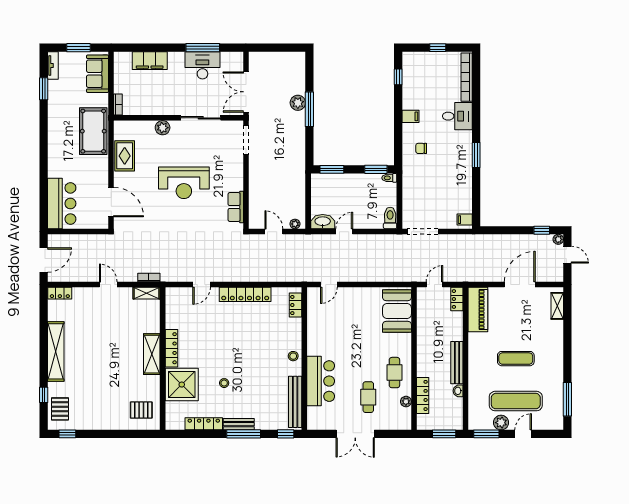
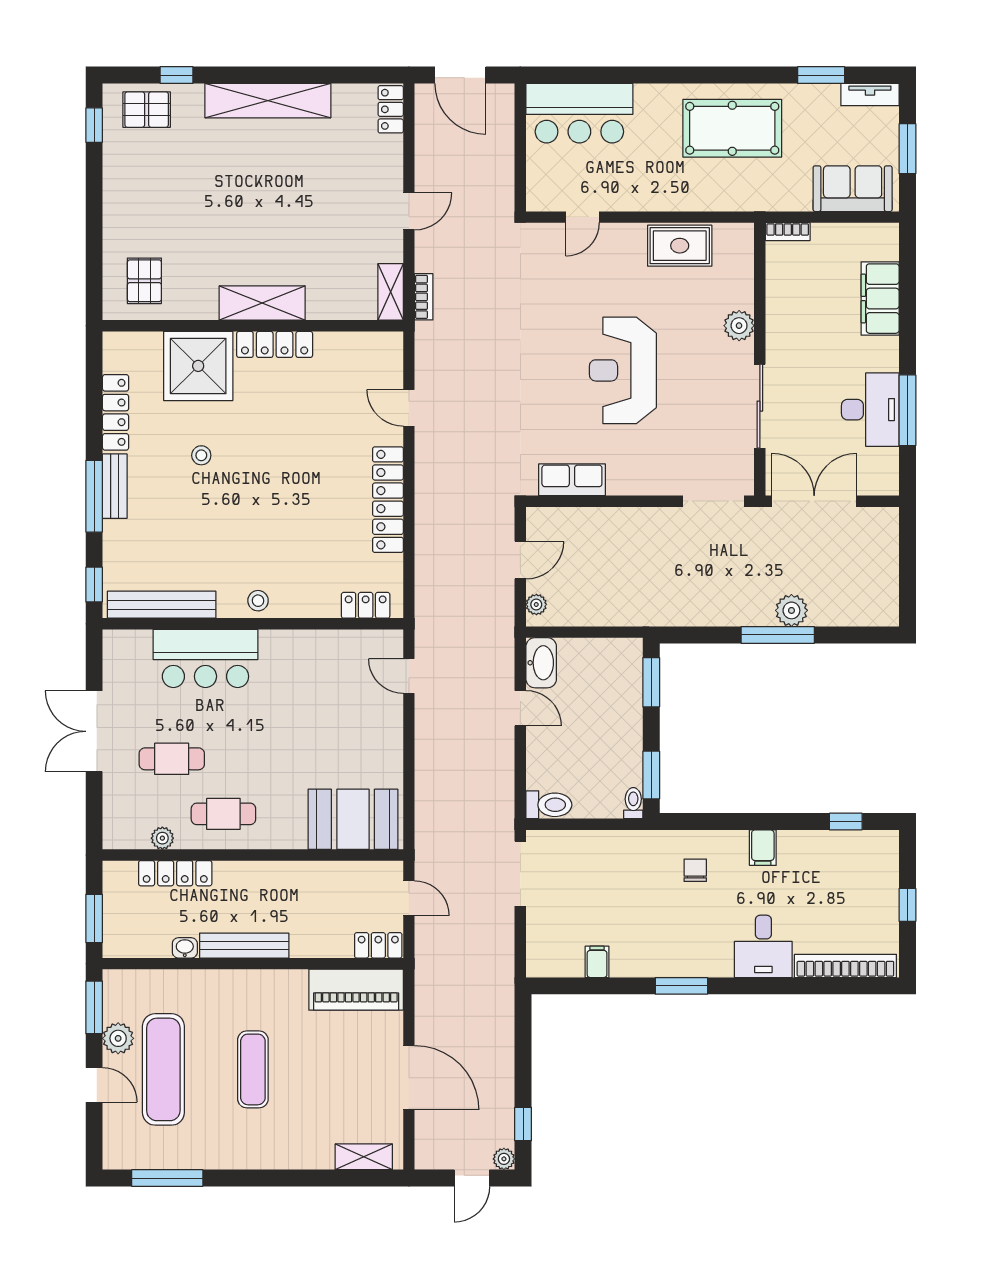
pool table: (93, 131) -> (732, 128), moved
door: (111, 202) -> (583, 217), width x0.53
filing cabinet: (465, 220) -> (597, 962), moved

